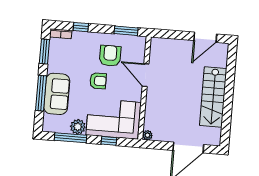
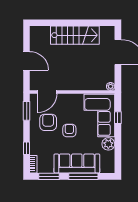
door: (205, 37) -> (27, 61), moved
armchair: (110, 56) -> (48, 122), turned 90
door: (146, 75) -> (47, 92), moved
sofa: (57, 94) -> (77, 163), width x1.36
window: (71, 138) -> (118, 149), removed

